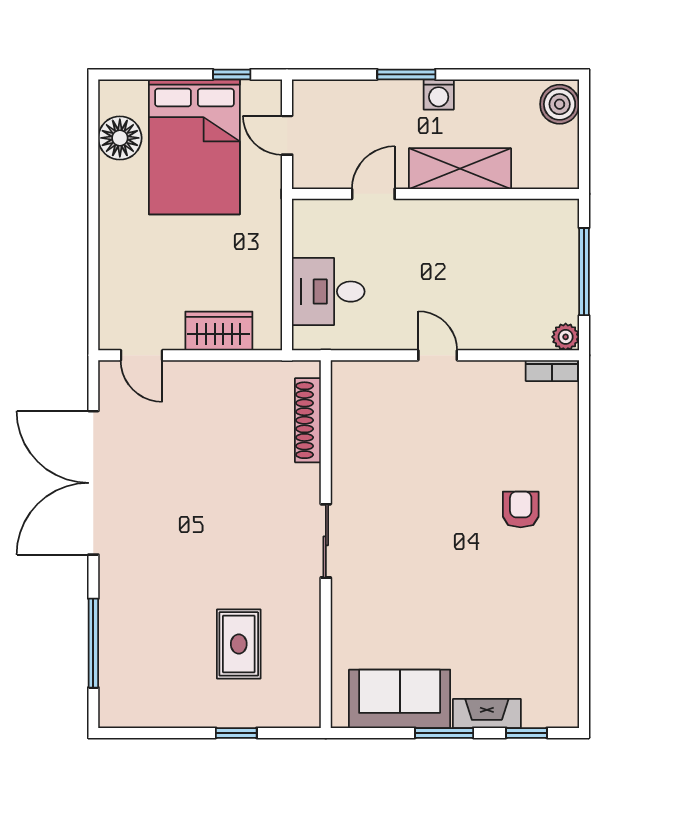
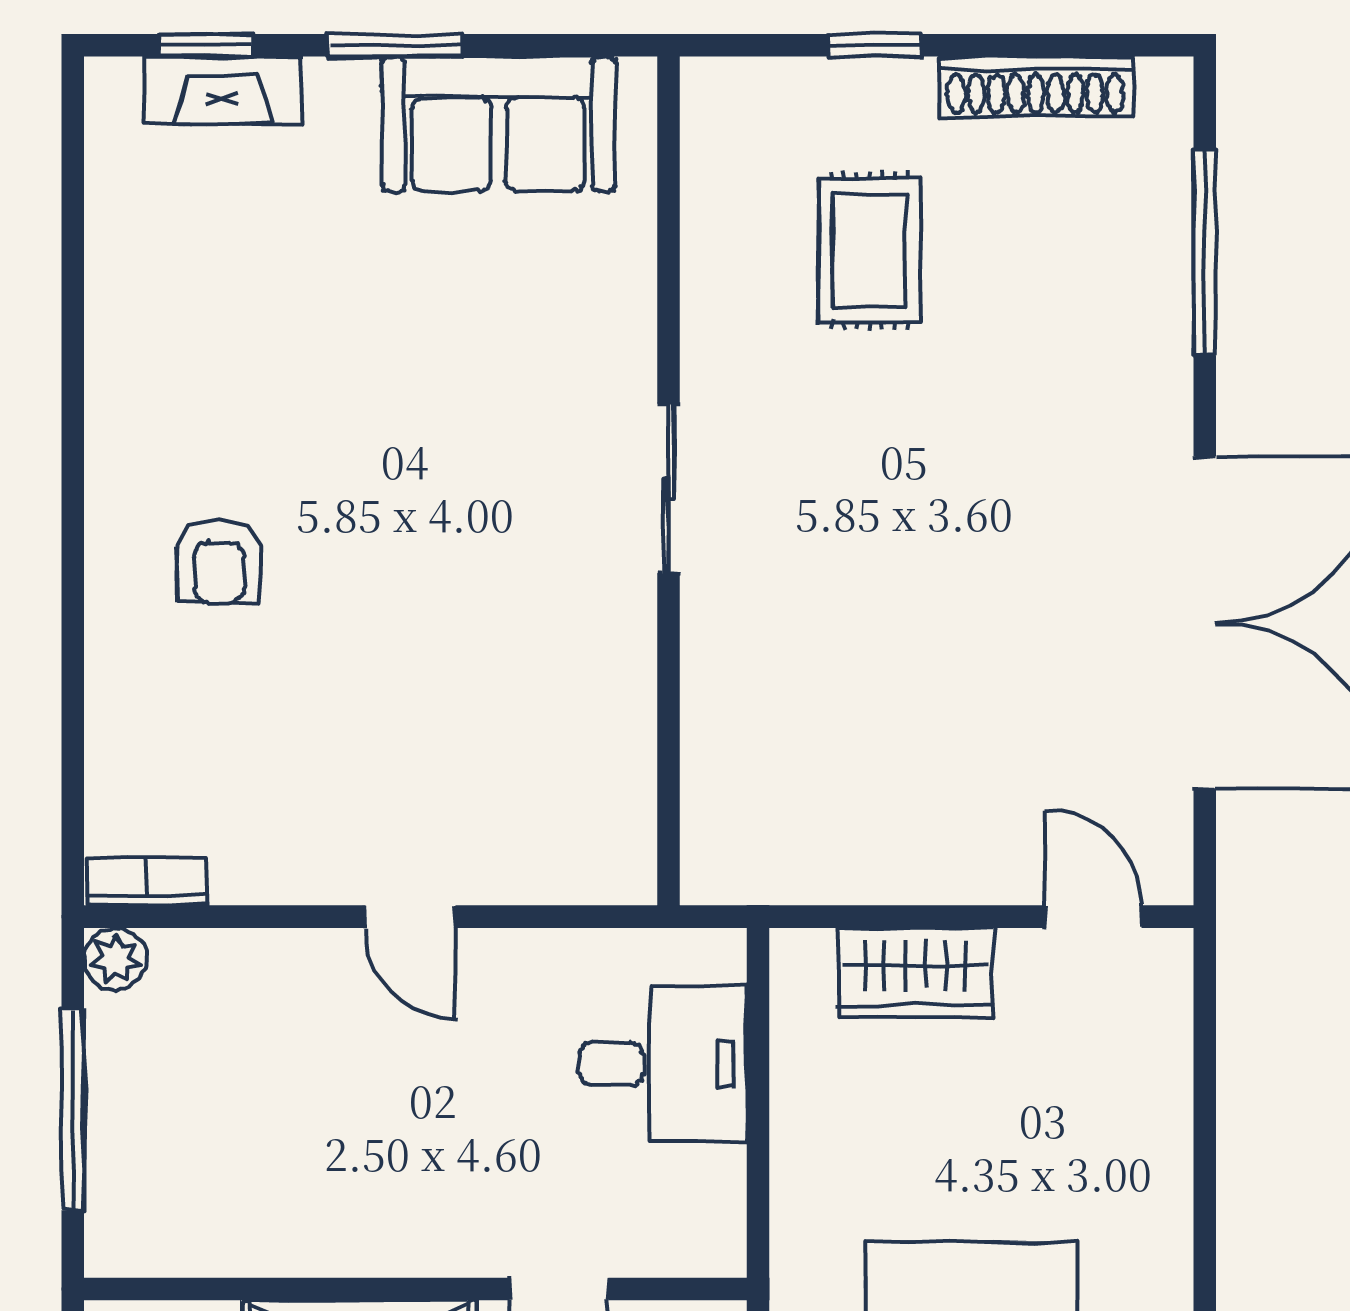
shoe rack: (308, 420) -> (1036, 86), moved, turned 90
fireplace: (487, 714) -> (223, 90), moved

